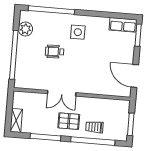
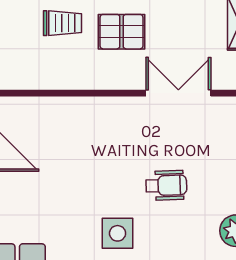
double door: (62, 93) -> (178, 93), moved

